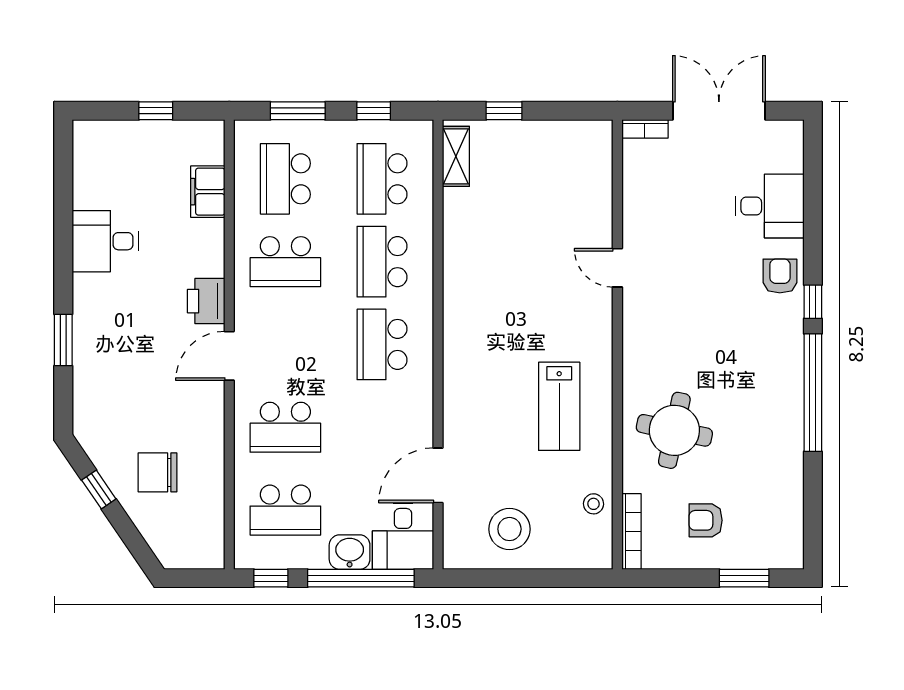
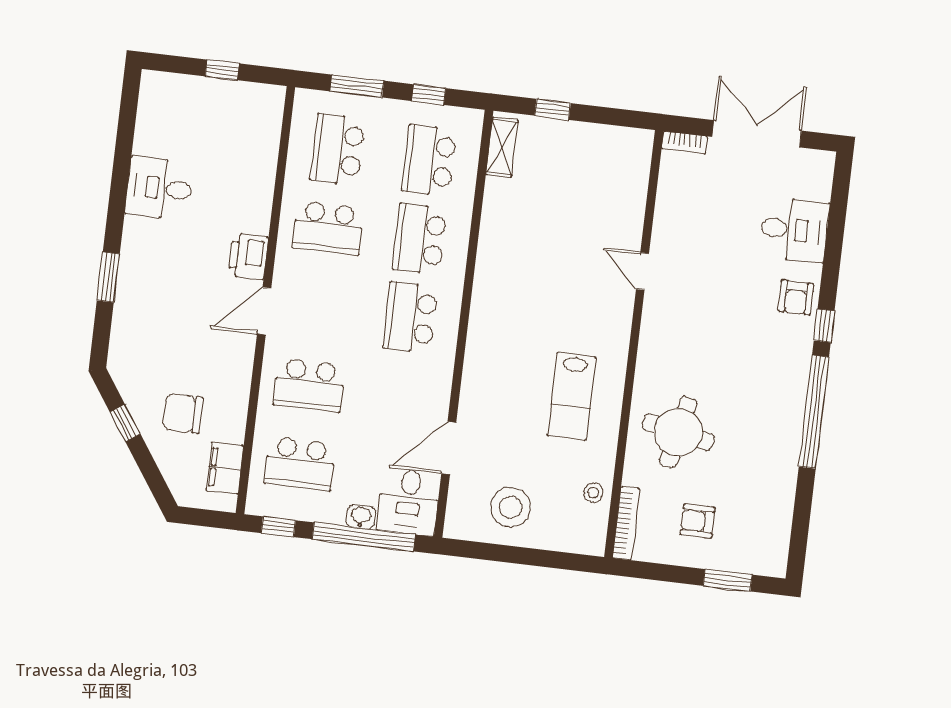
filing cabinet: (208, 192) -> (225, 468), moved
armchair: (780, 276) -> (796, 297), turned 180
washbasin: (350, 552) -> (361, 517), width x0.72, depth x0.69

